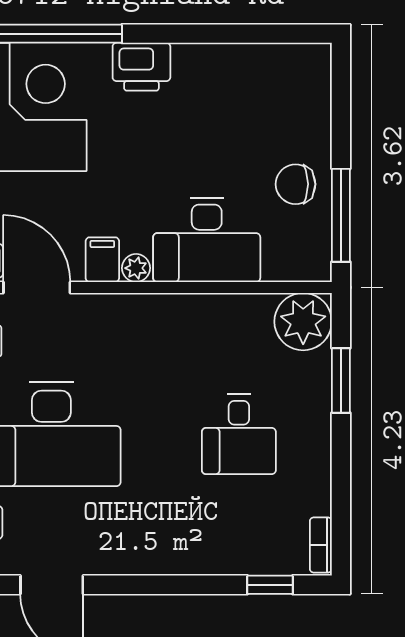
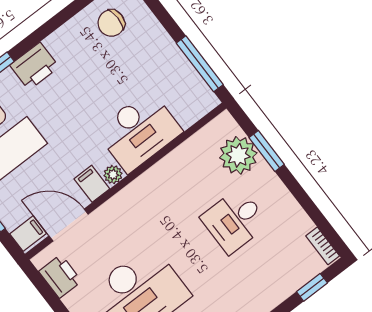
chair: (296, 184) -> (111, 23), moved
plant: (303, 322) -> (238, 155), moved
desk: (239, 434) -> (235, 221), turned 90

